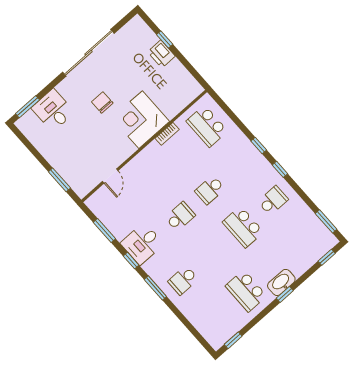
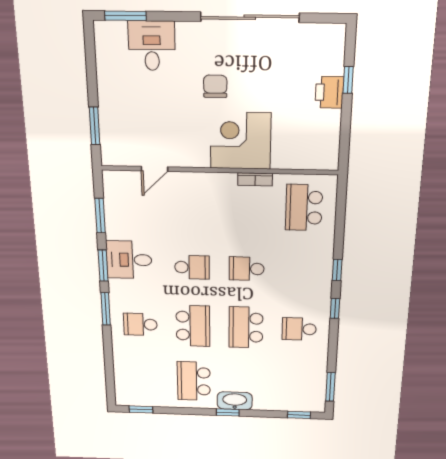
school desk: (273, 200) -> (299, 329), turned 180
school desk: (213, 254) -> (193, 326), added
window: (131, 261) -> (103, 266), width x1.50

